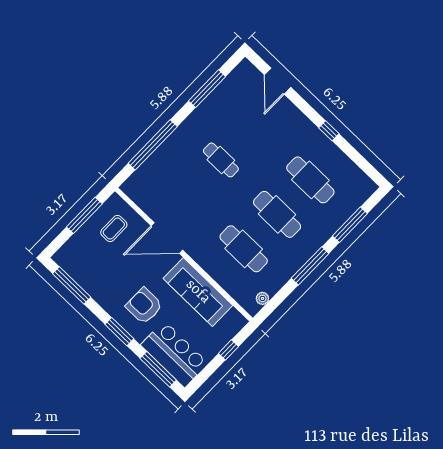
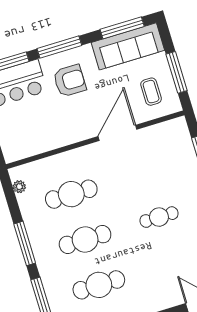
sofa: (198, 292) -> (128, 46), moved, turned 180
window: (119, 332) -> (59, 47), width x1.44

